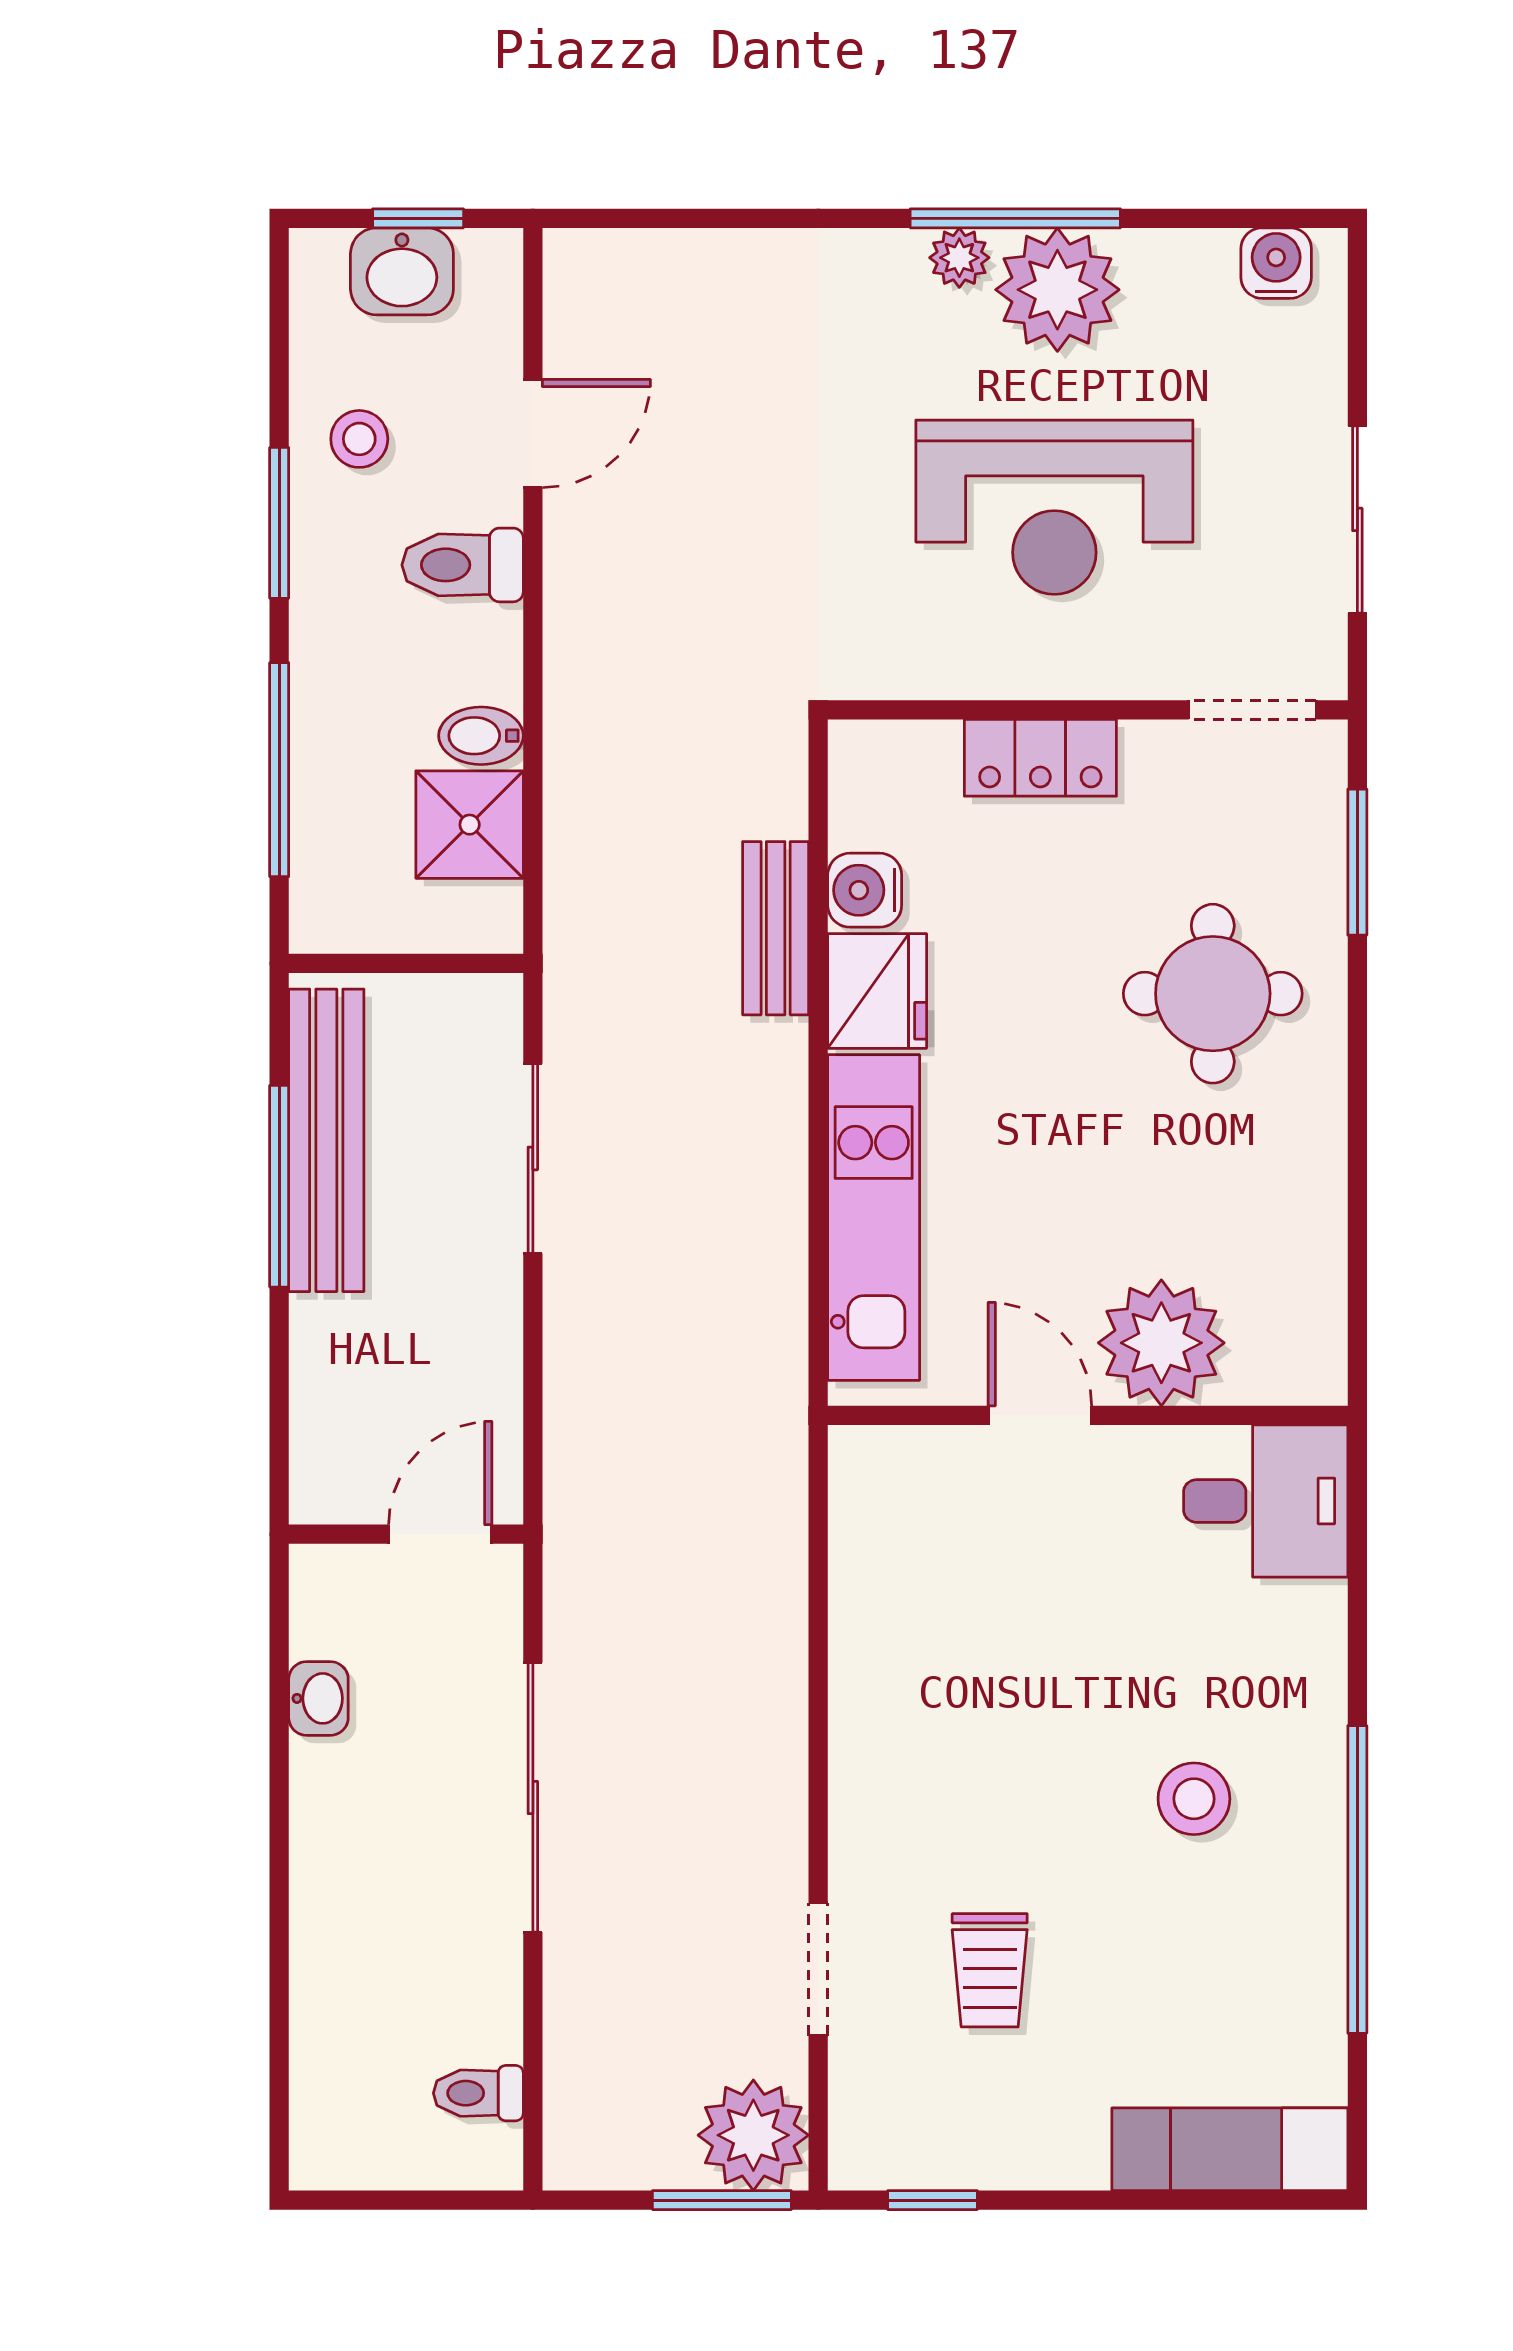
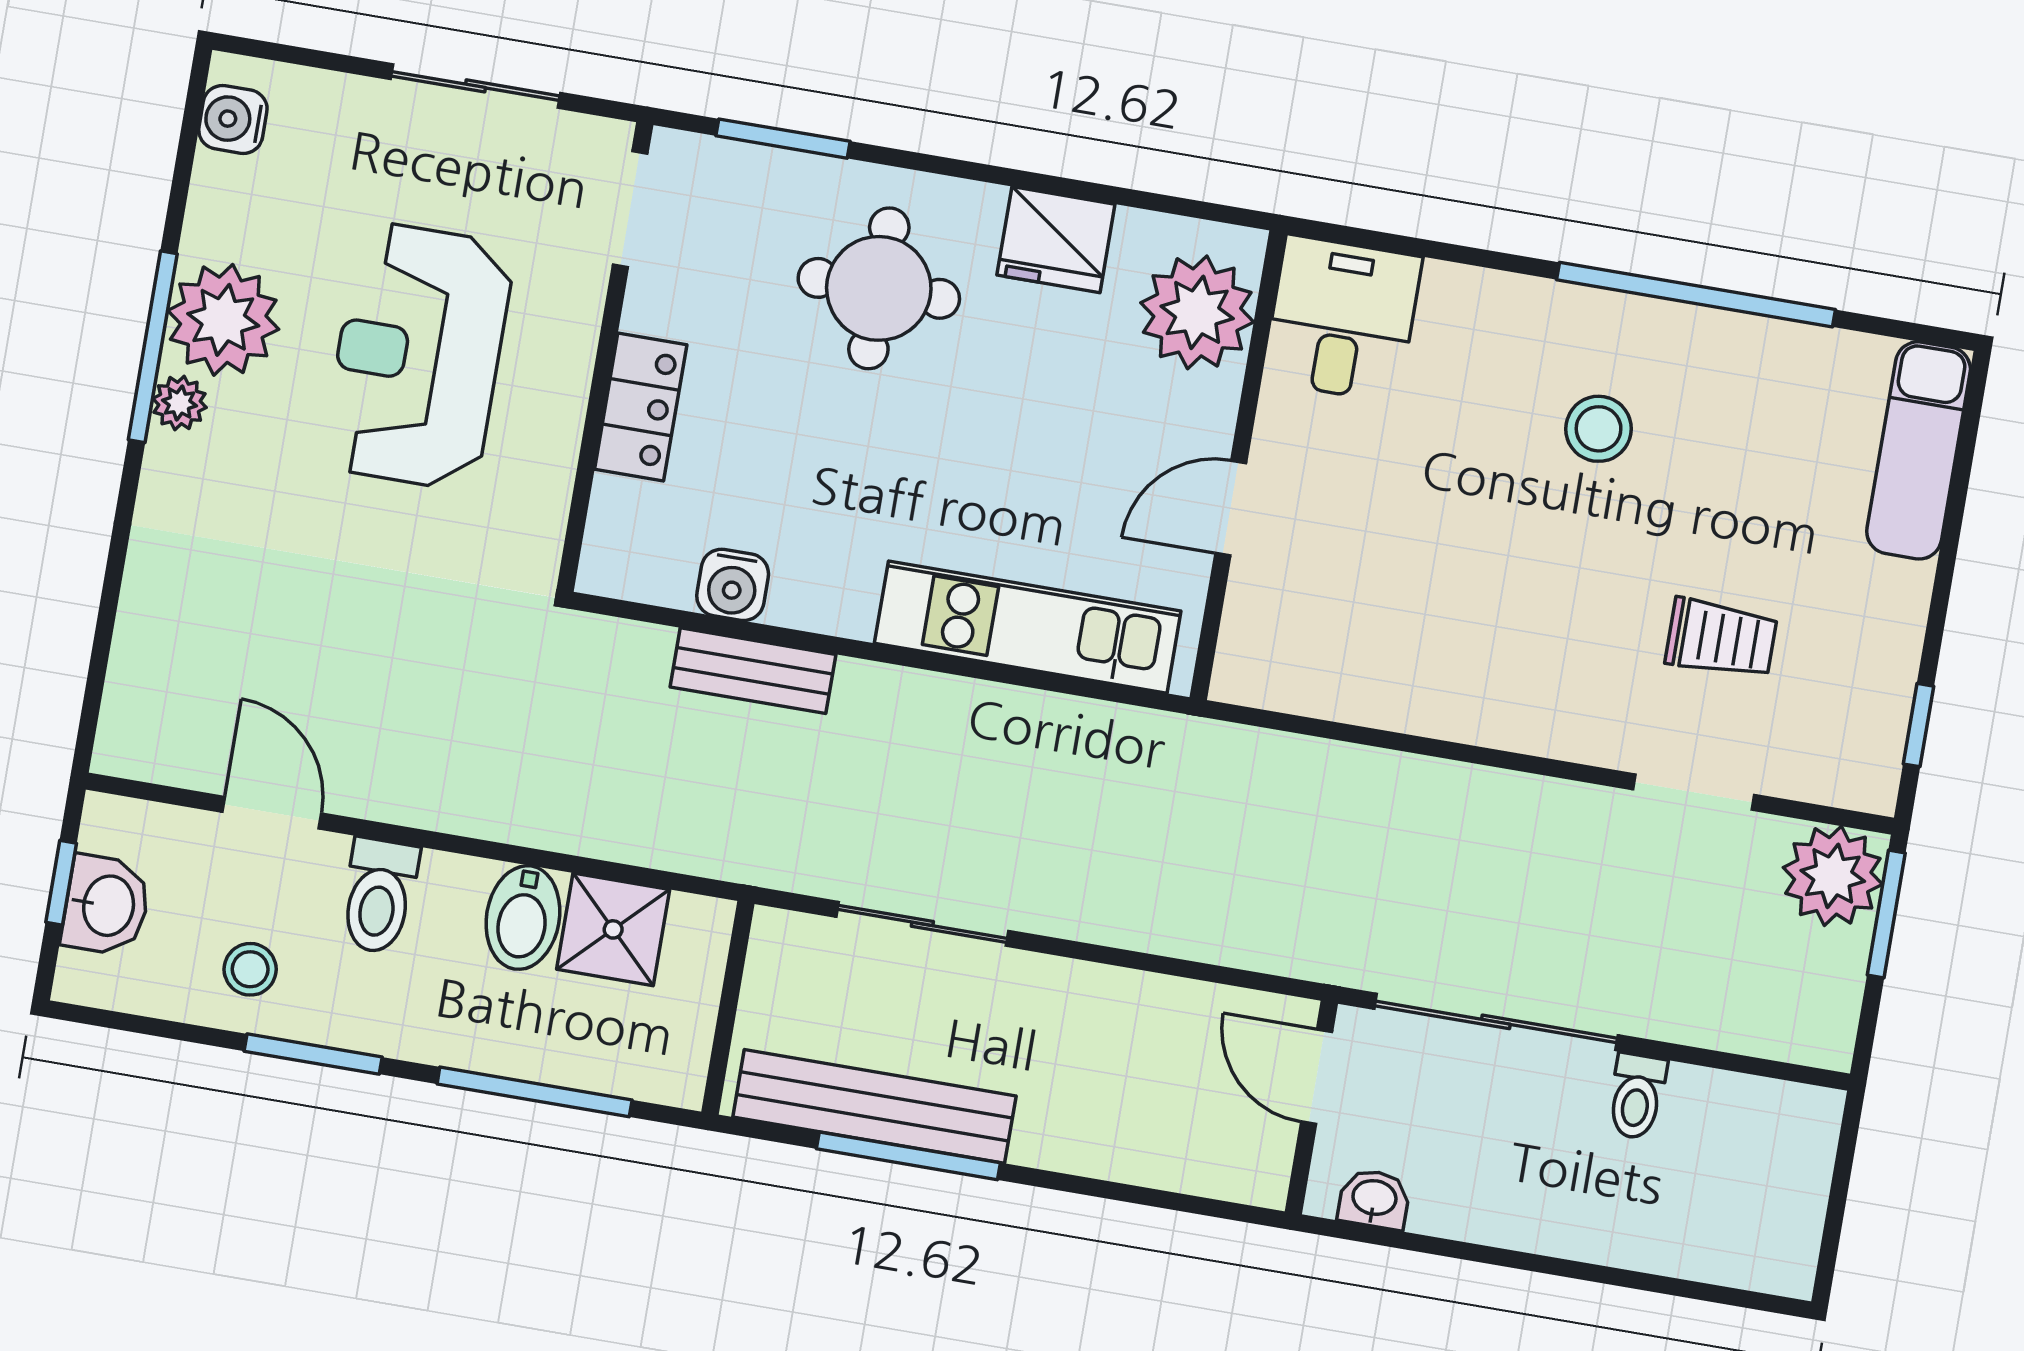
reception desk: (1054, 507) -> (418, 356), turned 180
bidet: (481, 736) -> (523, 918), width x1.38, depth x1.36
fridge: (877, 991) -> (1056, 240), moved, turned 180
plant: (1161, 1343) -> (1197, 312), moved
wall: (406, 1534) -> (1311, 1108), moved
door: (440, 1534) -> (1317, 1077), moved
toilet: (478, 2093) -> (1637, 1096), moved

